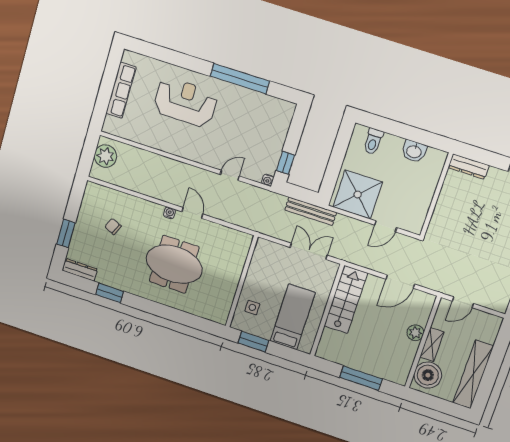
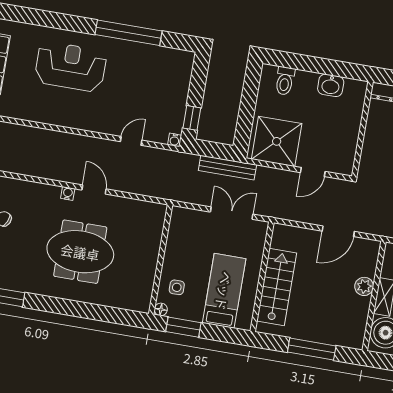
stairs: (346, 300) -> (277, 287), moved
floor lamp: (236, 324) -> (161, 309), added

